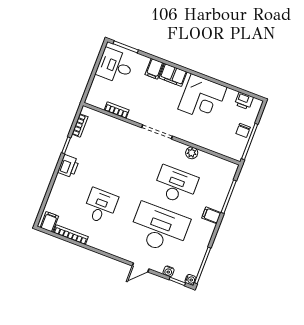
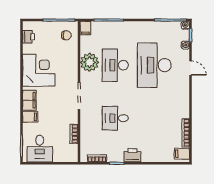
chair: (243, 130) -> (66, 35), moved
plant: (192, 153) -> (90, 62), width x1.87, depth x1.87
desk: (100, 206) -> (115, 118), moved
filing cabinet: (211, 215) -> (85, 28), moved

